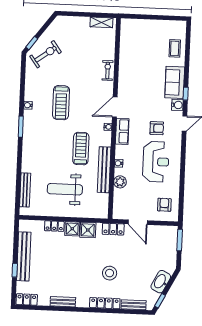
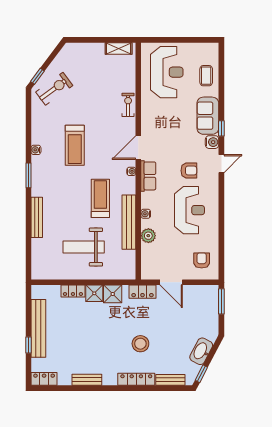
reception desk: (142, 44) -> (167, 72), added
bench: (25, 190) -> (37, 217), moved

